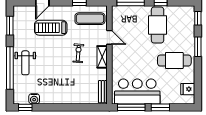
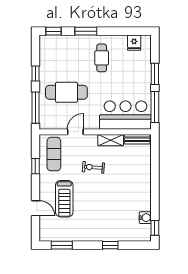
cafe table: (158, 25) -> (66, 92), moved
shelving: (102, 57) -> (111, 140), moved
cafe table: (174, 61) -> (102, 58), width x0.73, depth x0.74
weight bench: (25, 63) -> (104, 228), removed
window: (10, 68) -> (110, 245), width x0.32
bar counter: (137, 91) -> (125, 115), moved, turned 90

